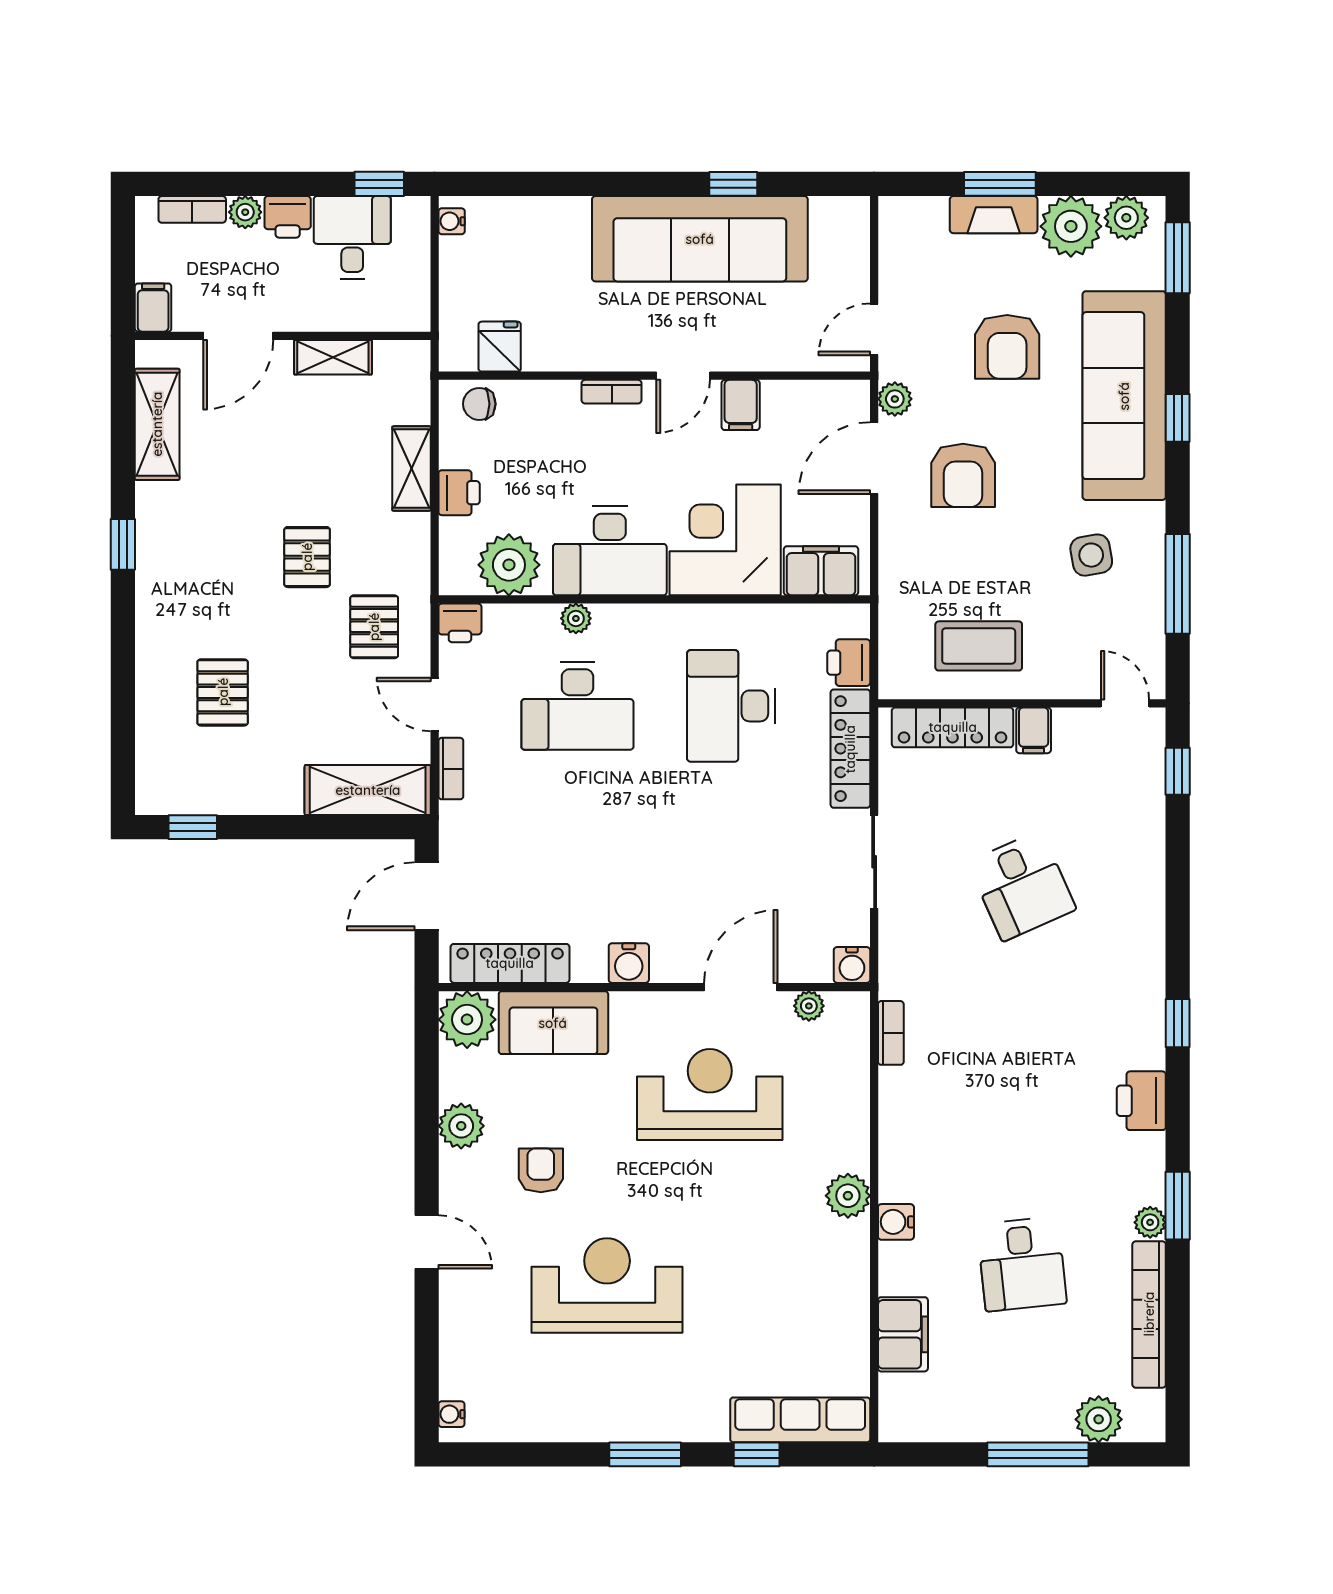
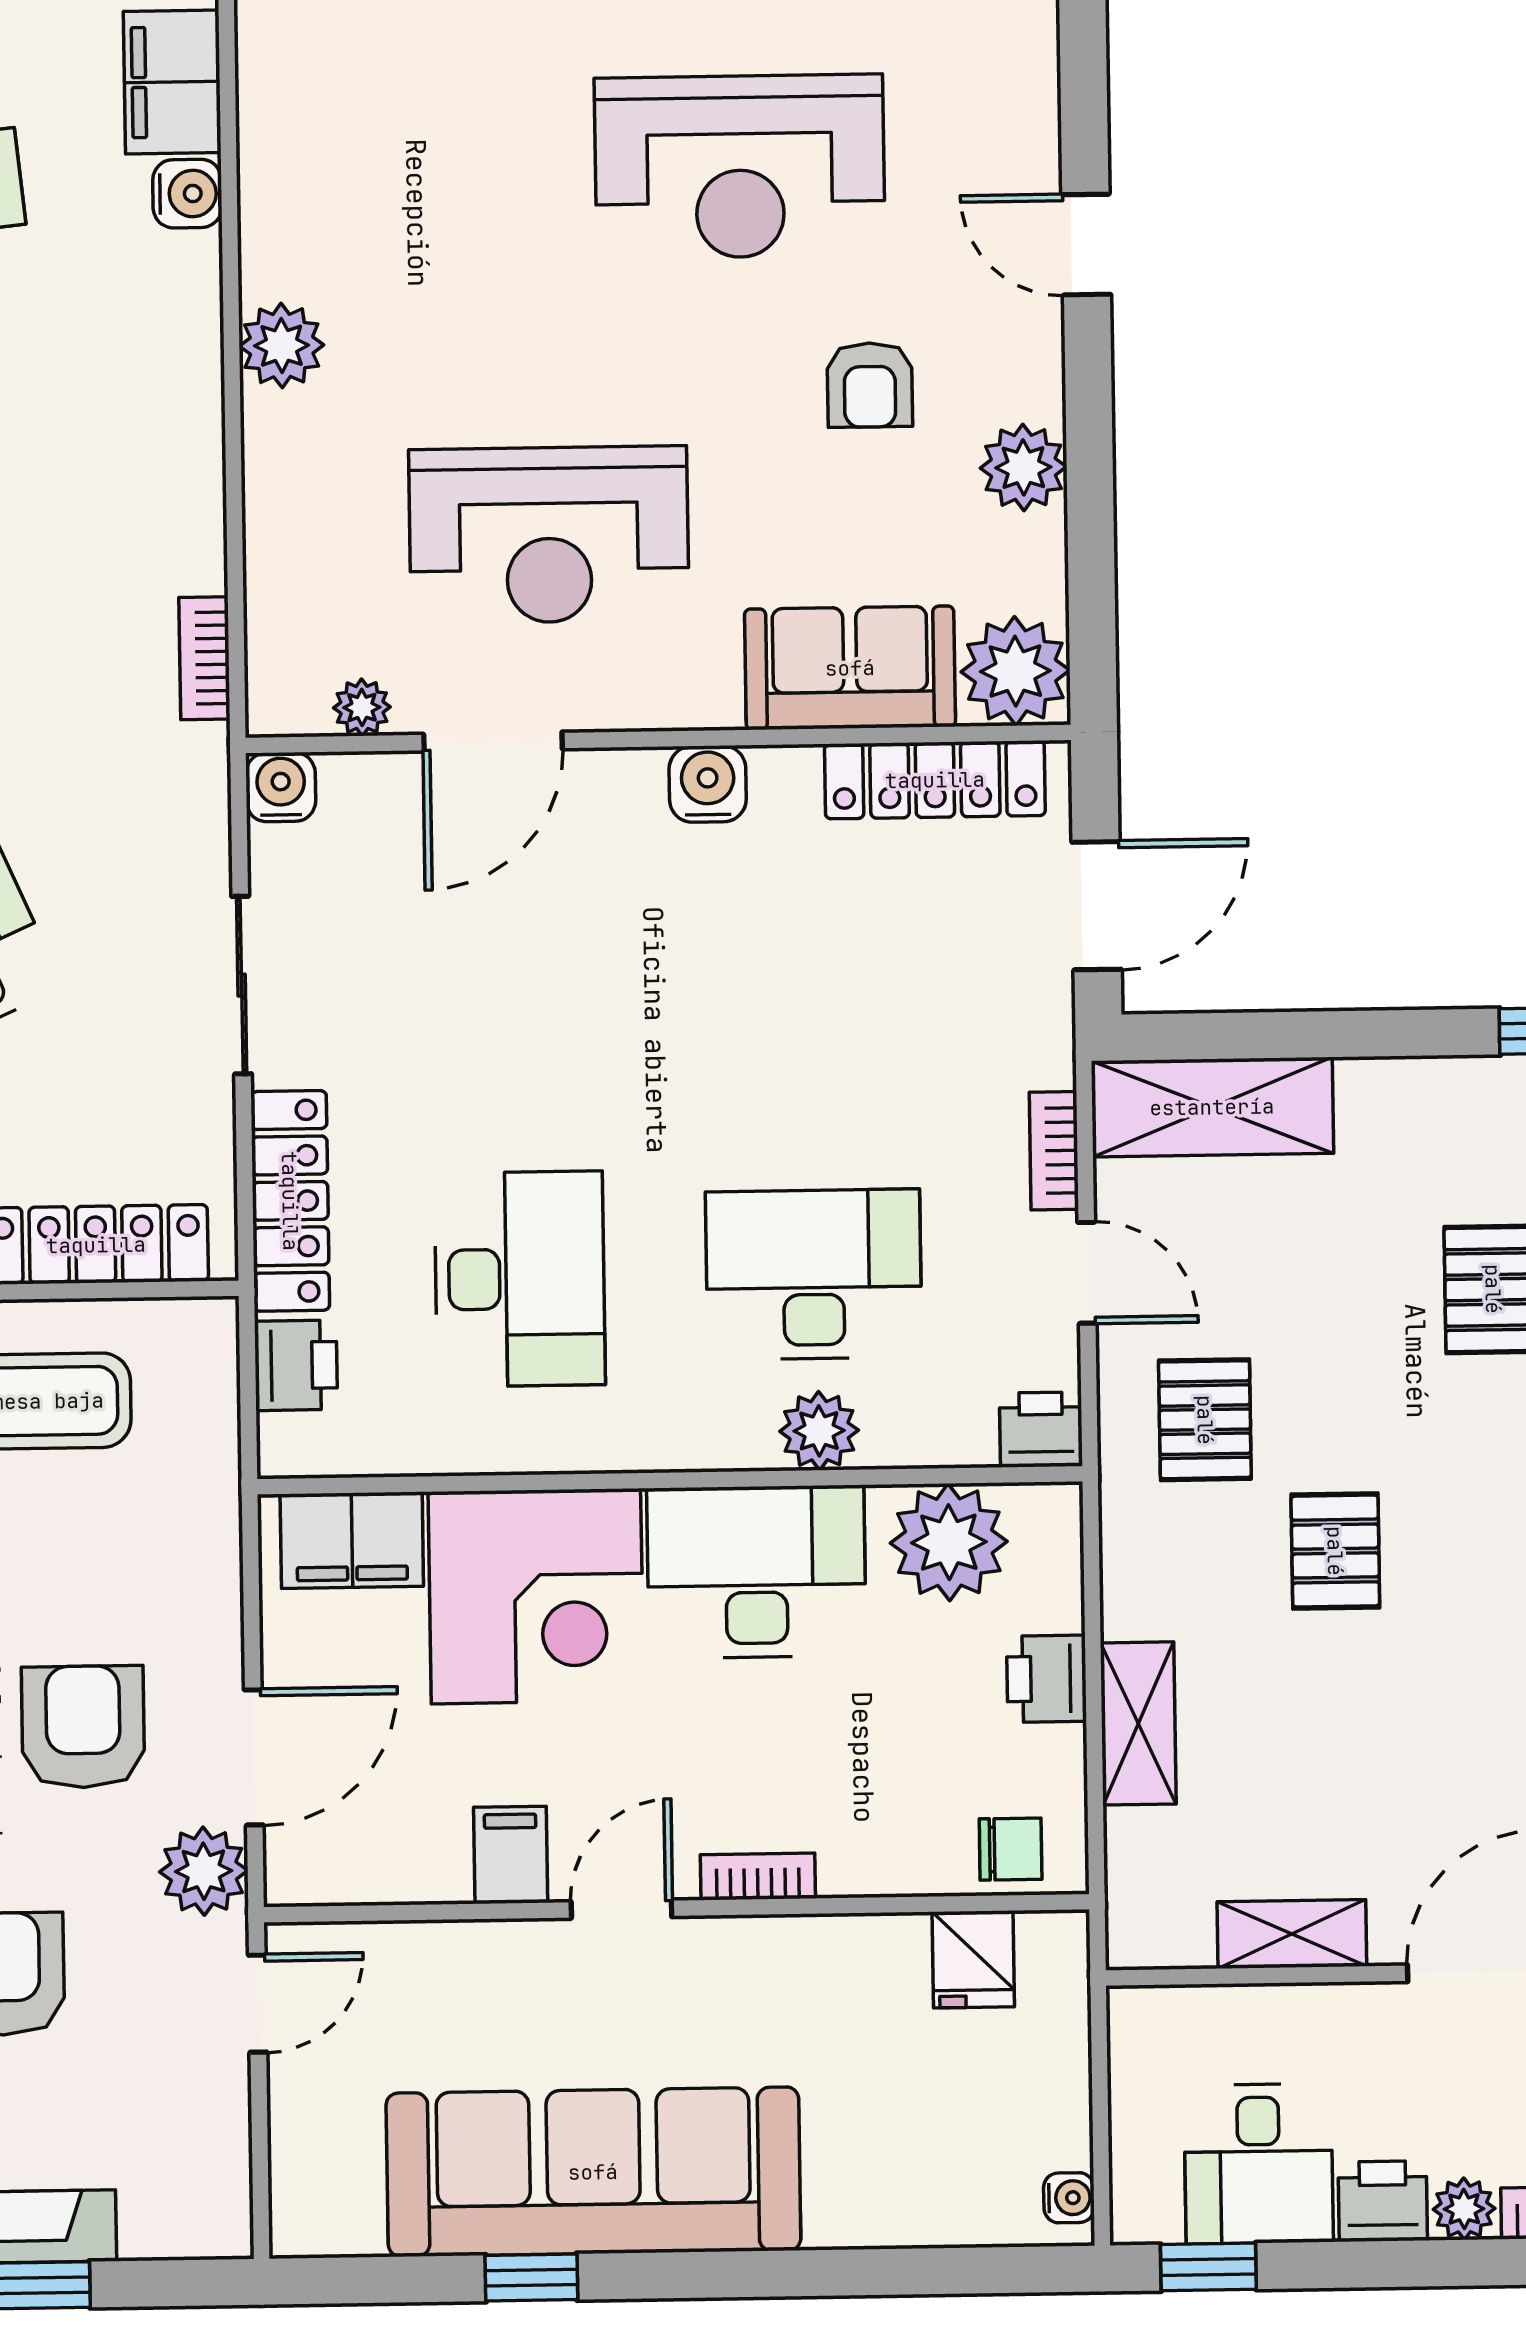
plant: (895, 399) -> (204, 1871), width x1.38, depth x1.38
plant: (576, 618) -> (819, 1431), width x1.38, depth x1.38
water cooler: (896, 1222) -> (187, 194), moved

